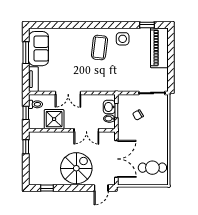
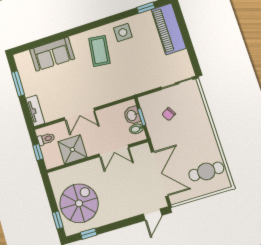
sofa: (39, 49) -> (52, 54), moved, turned 90
window: (26, 147) -> (58, 220), moved
spiral stairs: (76, 168) -> (79, 203), moved

